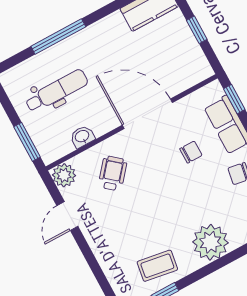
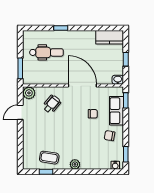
window: (58, 37) -> (61, 28), width x0.46
washbasin: (82, 137) -> (118, 80), moved
plant: (210, 242) -> (75, 164), width x0.53, depth x0.53

